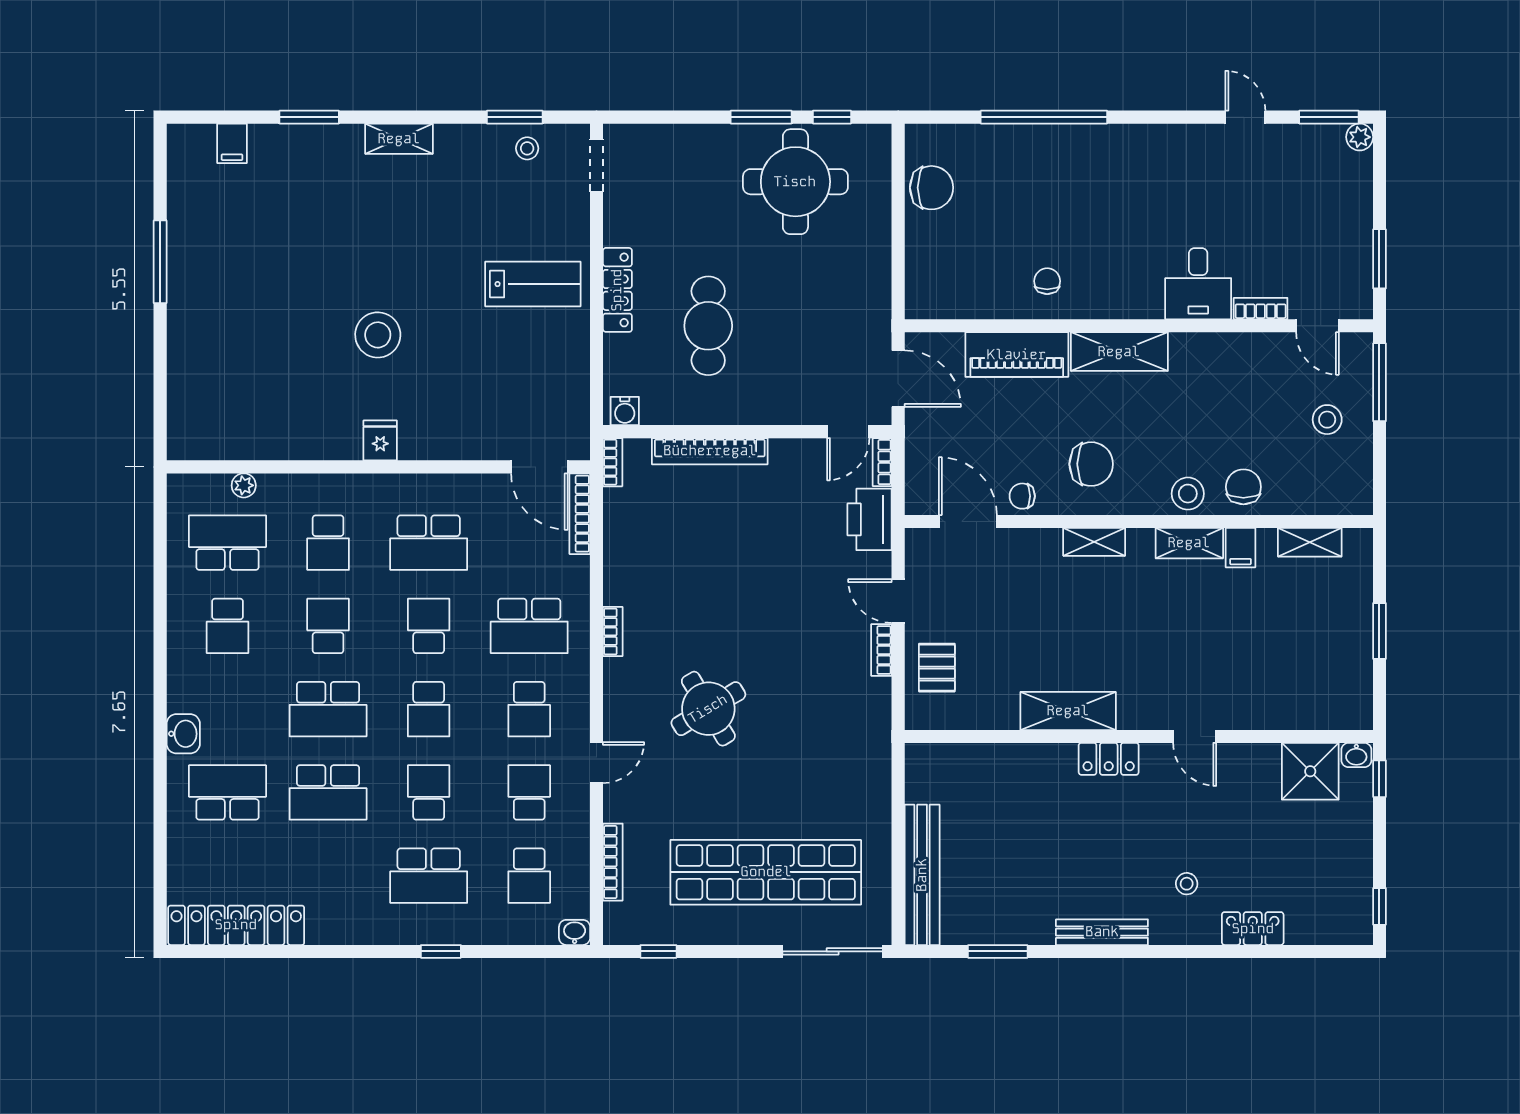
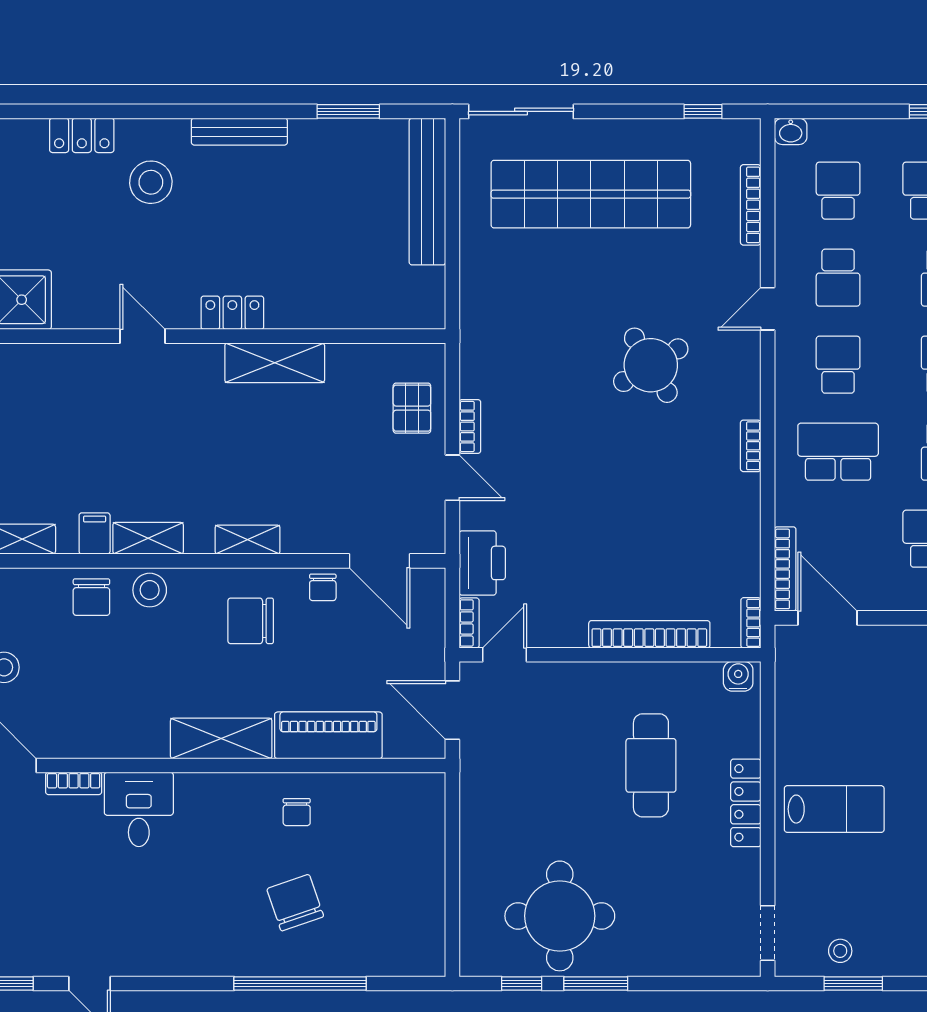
chair: (931, 188) -> (295, 903), moved, turned 71
lab bench: (533, 284) -> (834, 809), turned 180
chair: (1022, 496) -> (323, 587), turned 90
stool: (1187, 884) -> (151, 182), width x1.89, depth x1.89

